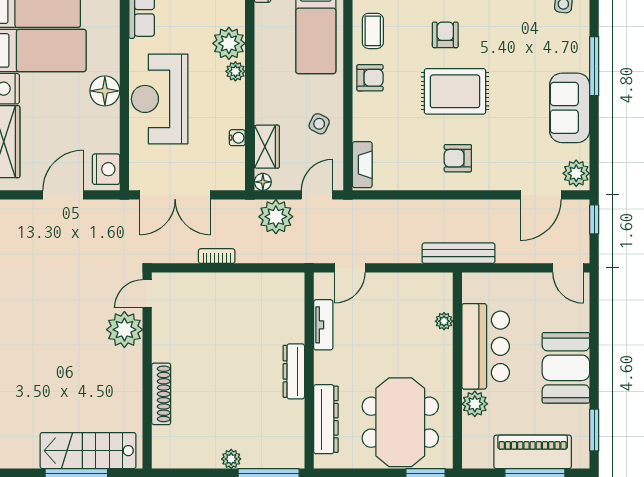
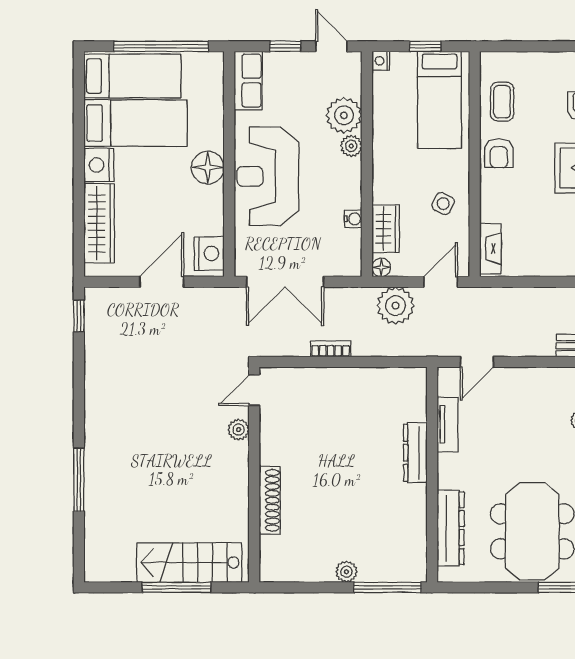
armchair: (370, 78) -> (499, 153), turned 90
plant: (124, 330) -> (239, 430), width x0.53, depth x0.53
dresser: (294, 371) -> (415, 453), moved

